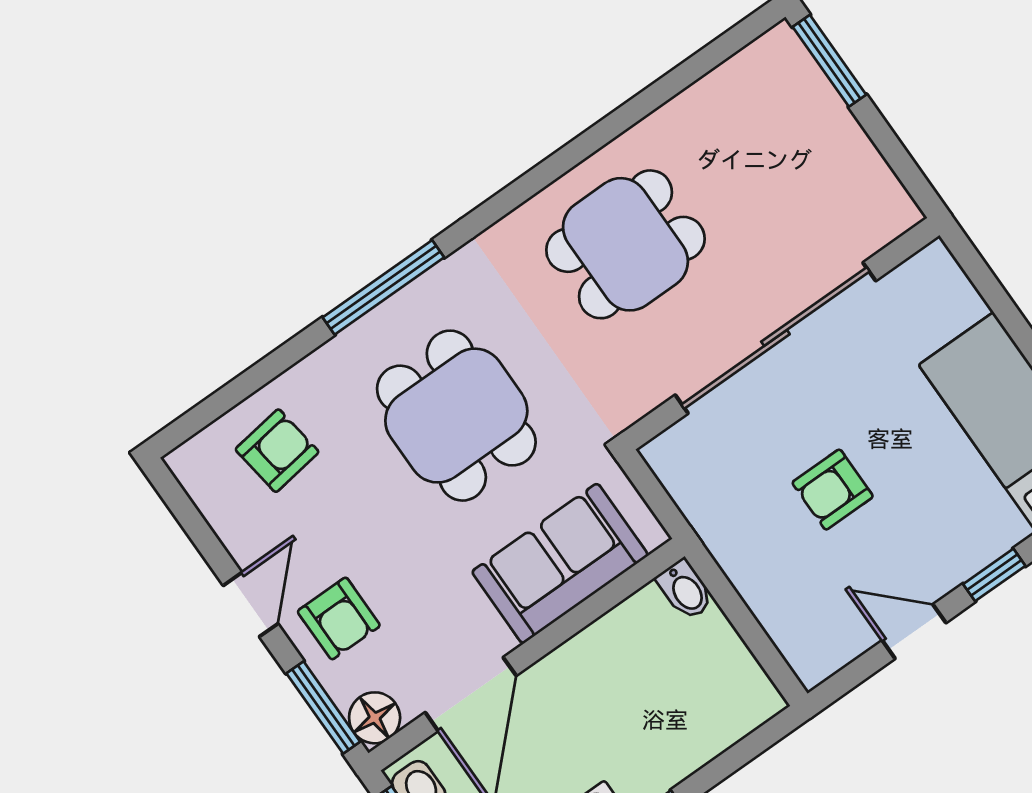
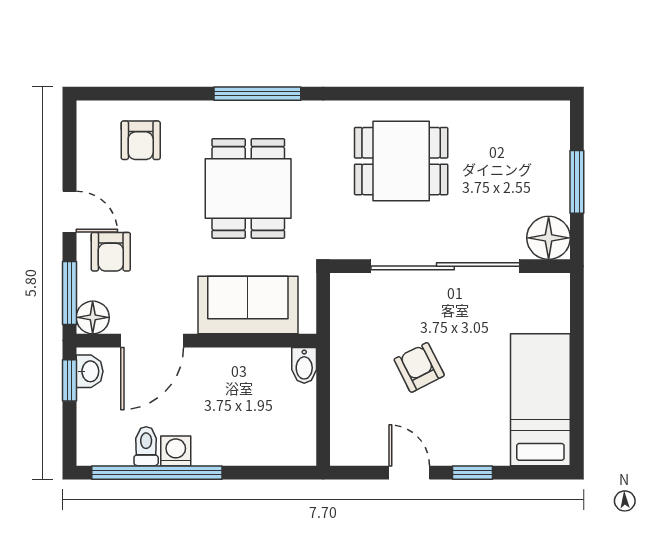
window: (829, 61) -> (577, 182), moved
floor lamp: (881, 210) -> (549, 238), added
armchair: (277, 451) -> (141, 140), turned 98
armchair: (833, 490) -> (419, 367), turned 63
door: (251, 605) -> (70, 212), hinge flipped

